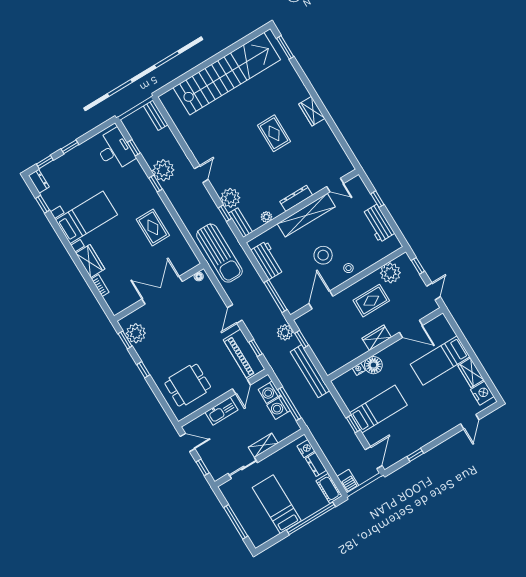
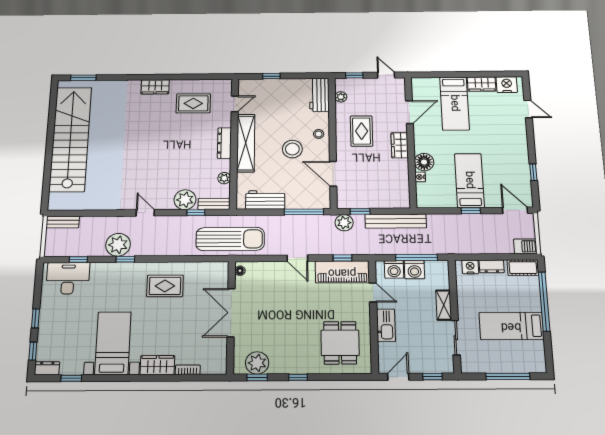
rug: (274, 133) -> (193, 103), moved
workbench: (378, 223) -> (319, 95), moved, turned 90
plant: (390, 273) -> (341, 97), width x0.53, depth x0.53

